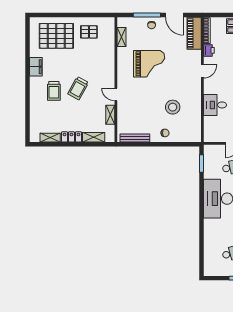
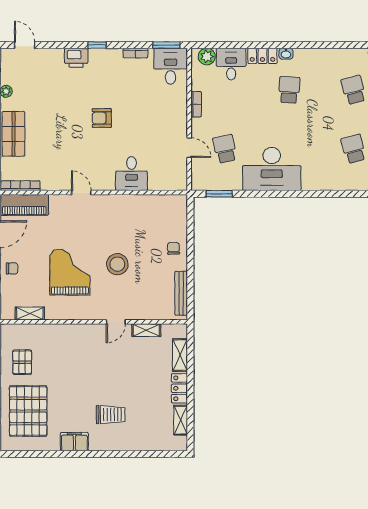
printer: (209, 50) -> (50, 183), removed
trolley: (78, 88) -> (106, 378), removed
stool: (173, 107) -> (117, 264), moved

